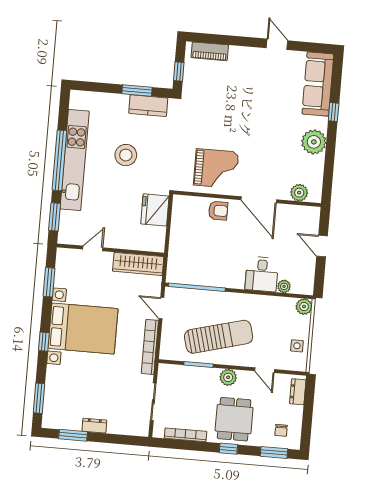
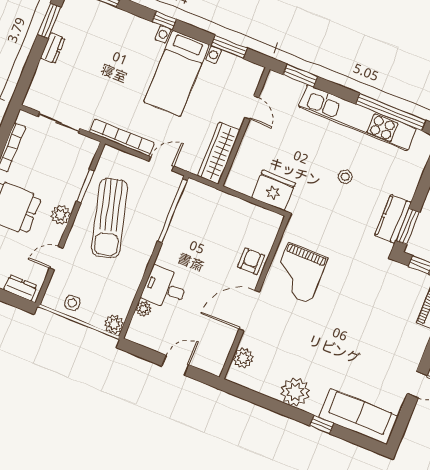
window: (137, 91) -> (408, 226), moved
stool: (126, 155) -> (345, 177), width x0.53, depth x0.53
window: (59, 160) -> (391, 112), moved
armchair: (218, 211) -> (251, 261), turned 180
bed with nightstands: (83, 328) -> (177, 73), width x0.73

